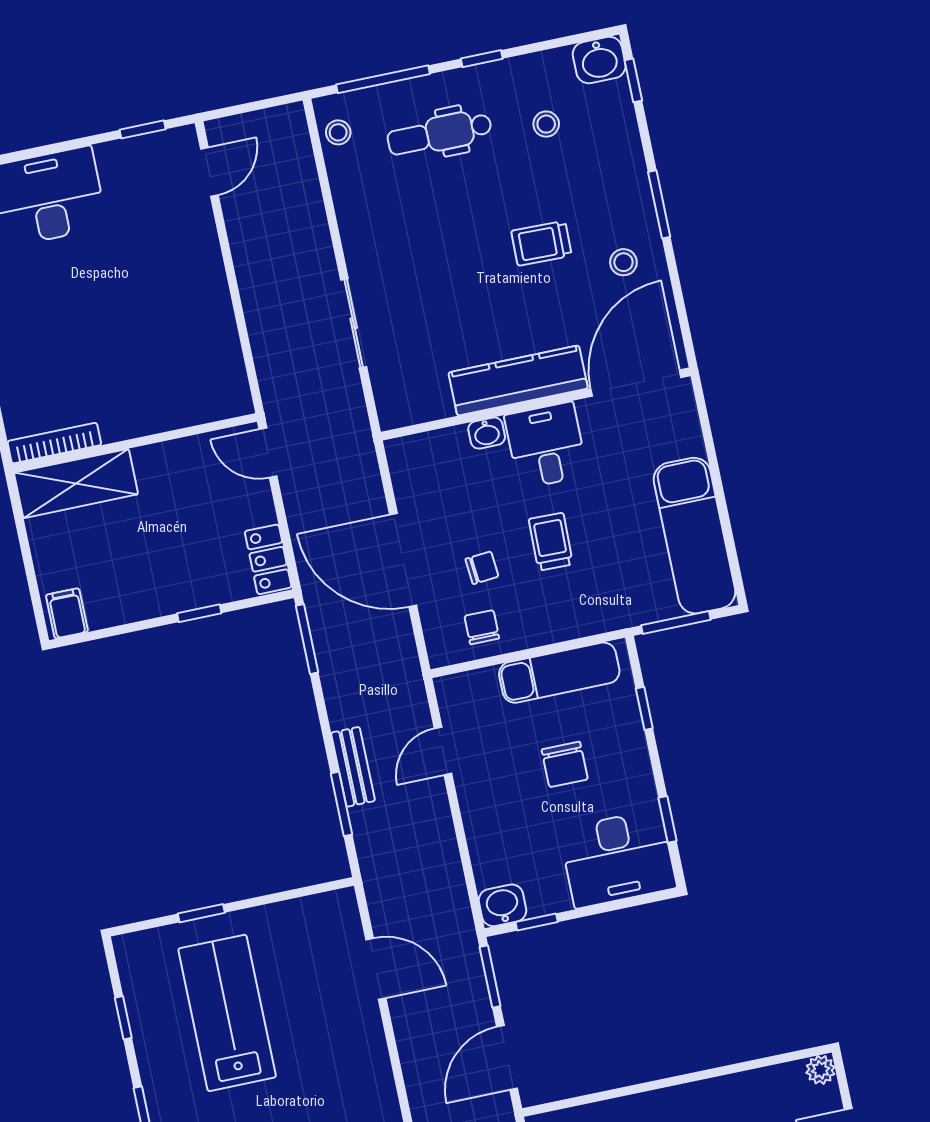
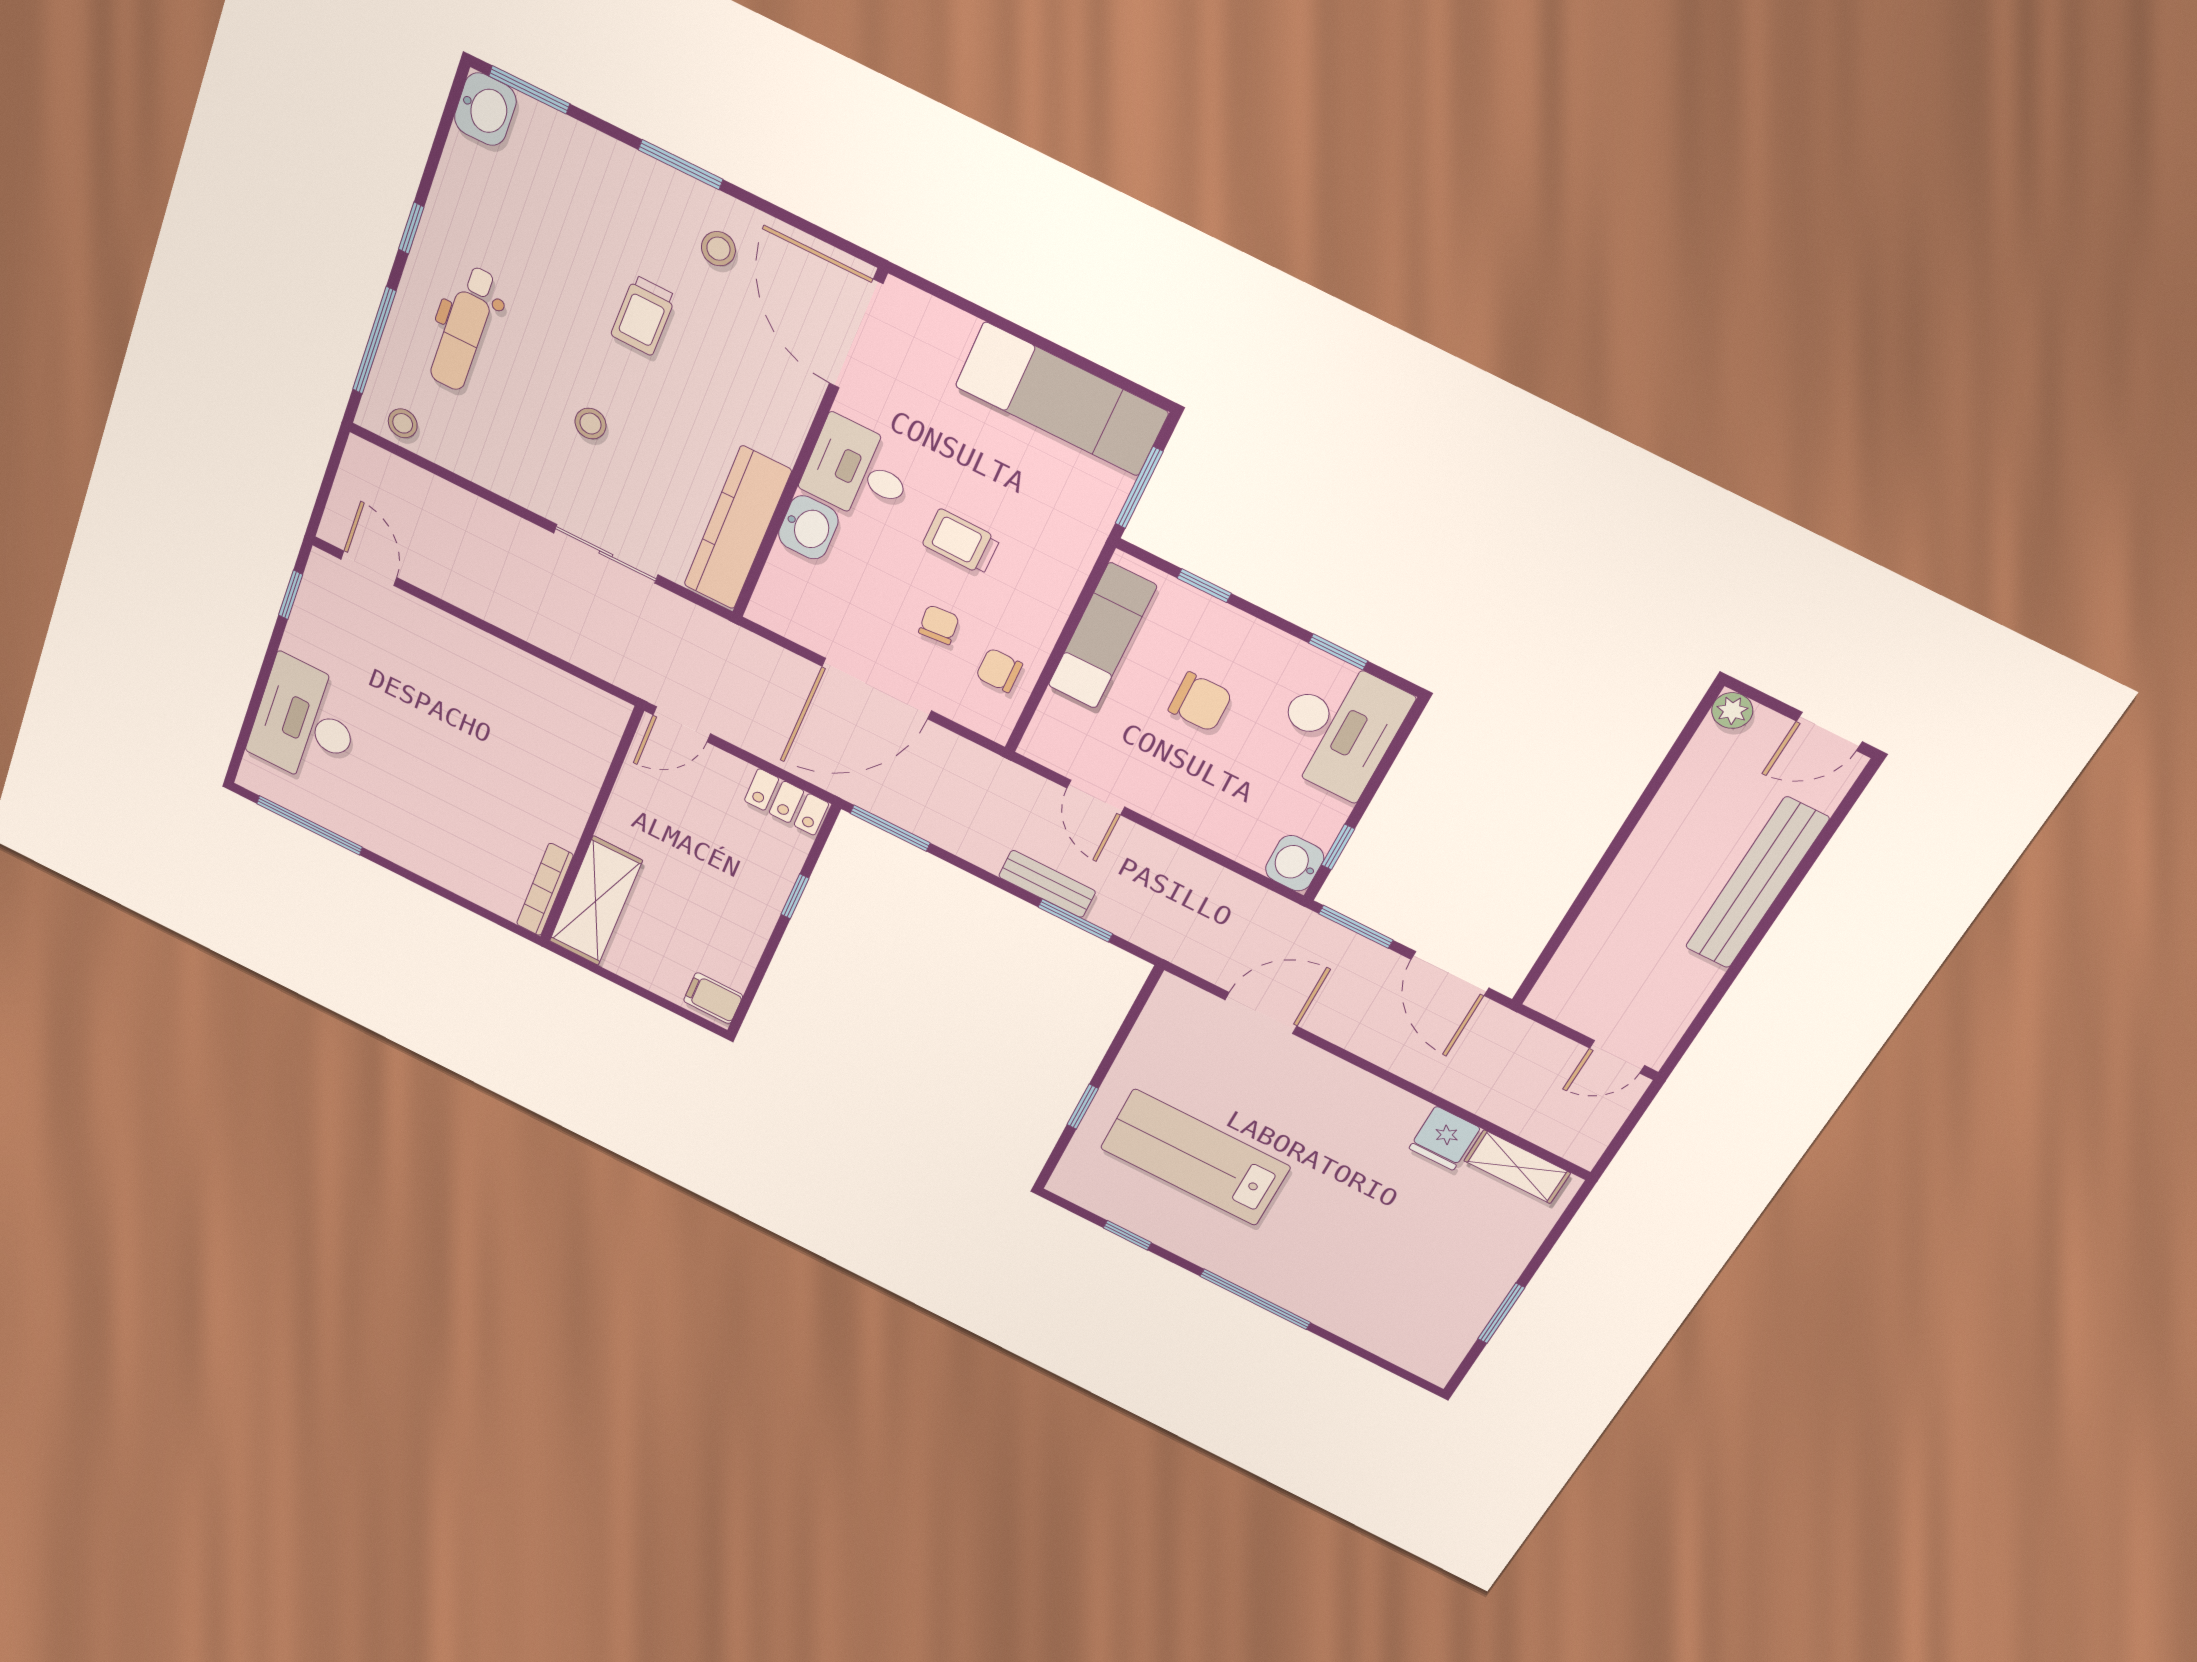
window: (633, 80) -> (529, 90), width x1.50
stool: (546, 124) -> (590, 424), moved
kitchen counter: (518, 380) -> (737, 528), moved
washbasin: (487, 433) -> (808, 527), width x1.38, depth x1.45

